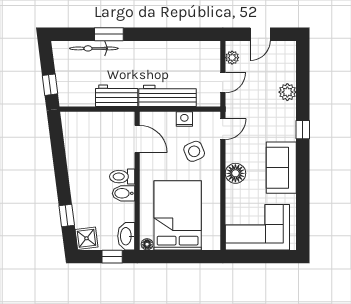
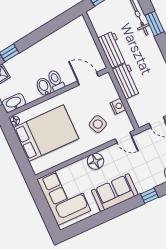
workbench: (168, 96) -> (127, 81), width x0.73
door: (137, 139) -> (88, 79), swing flipped

